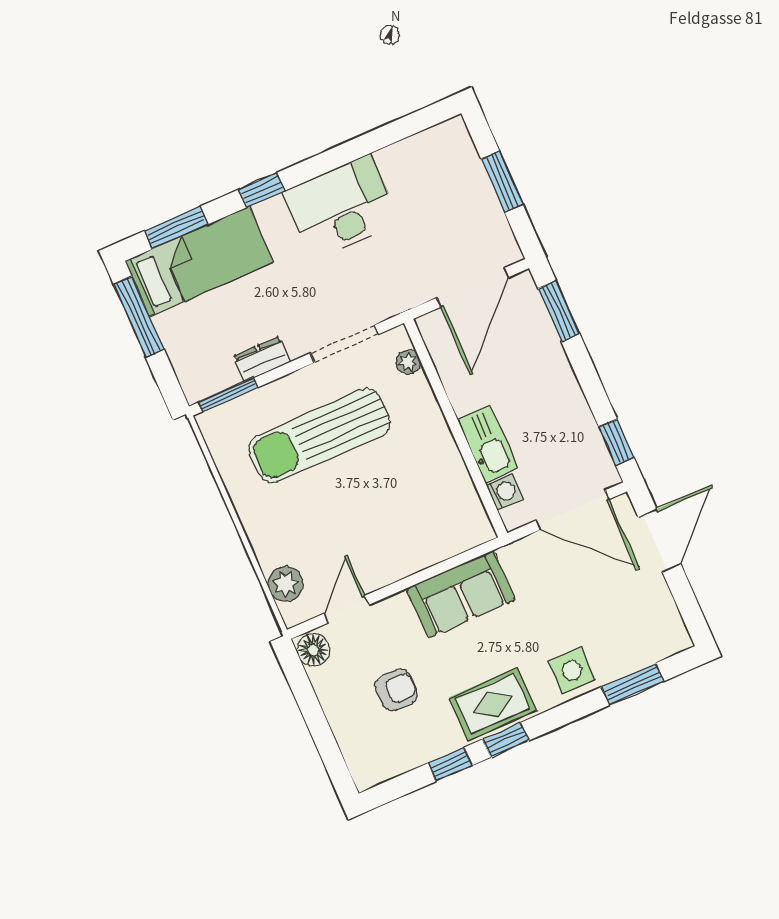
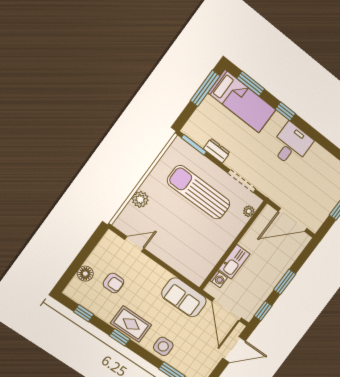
desk: (341, 207) -> (291, 145), width x0.73
window: (559, 311) -> (285, 282), moved
plant: (286, 584) -> (140, 199), moved
sofa: (461, 594) -> (184, 297), moved
floor lamp: (313, 650) -> (85, 274), moved
window: (450, 764) -> (84, 313), moved

